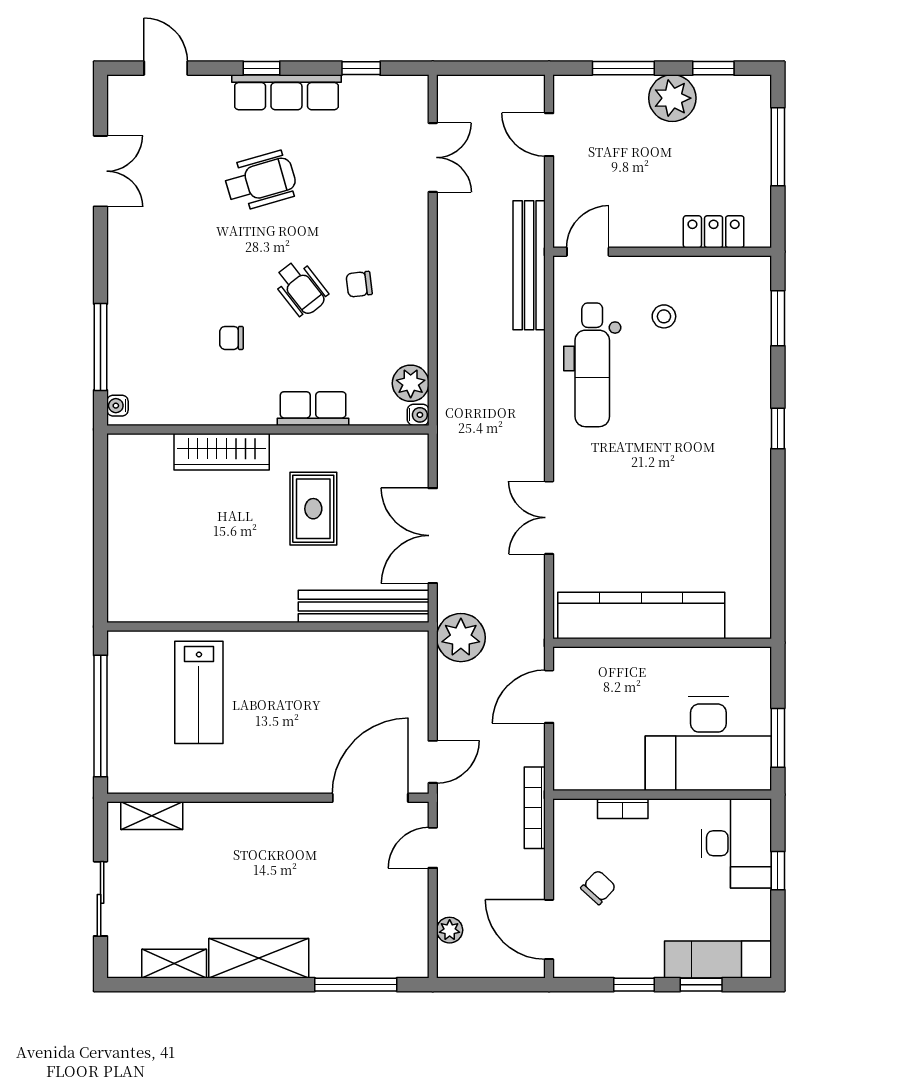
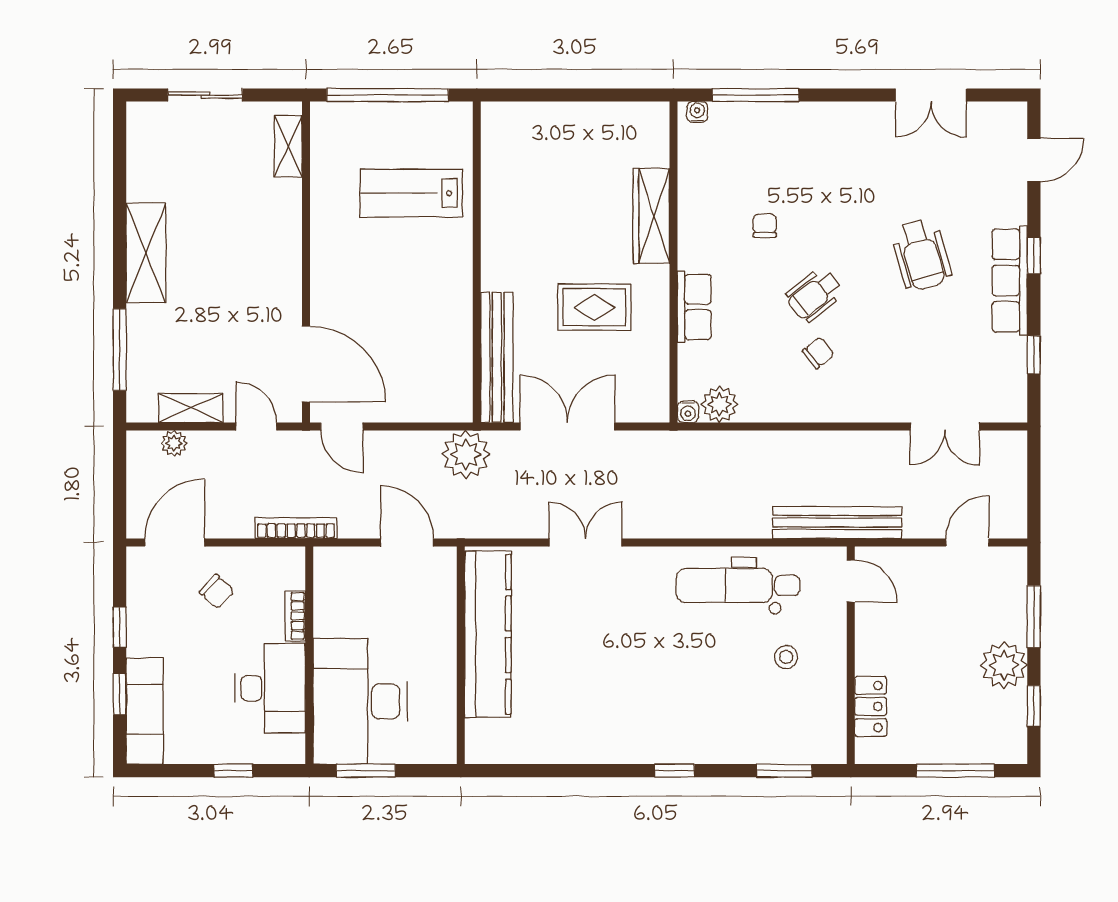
chair: (359, 284) -> (818, 353), turned 59
desk: (736, 843) -> (270, 688), moved, turned -90
shelving: (174, 964) -> (191, 408), moved, turned 90

